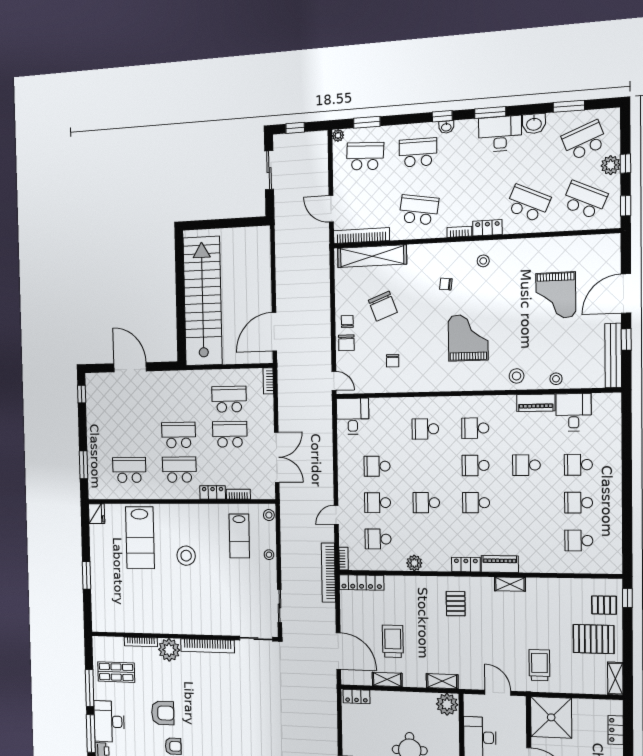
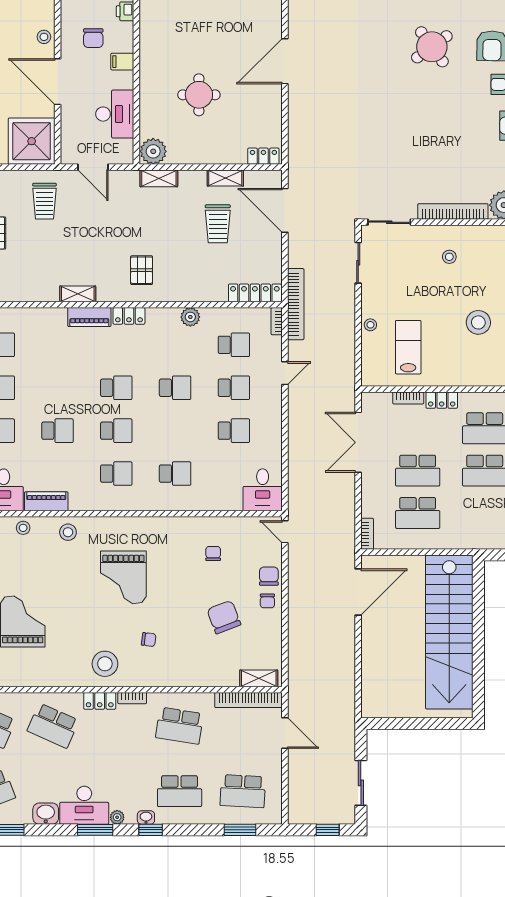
plant: (338, 135) -> (117, 817), moved
shelving: (372, 256) -> (259, 678), width x0.45, depth x0.75
stool: (483, 261) -> (105, 664), width x1.89, depth x1.89
stool: (269, 515) -> (449, 257), moved

